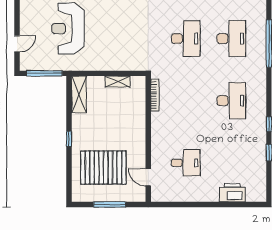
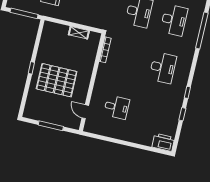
shelving: (79, 94) -> (47, 36), removed
pallet: (103, 168) -> (57, 80), moved
printer: (232, 193) -> (163, 142), moved

